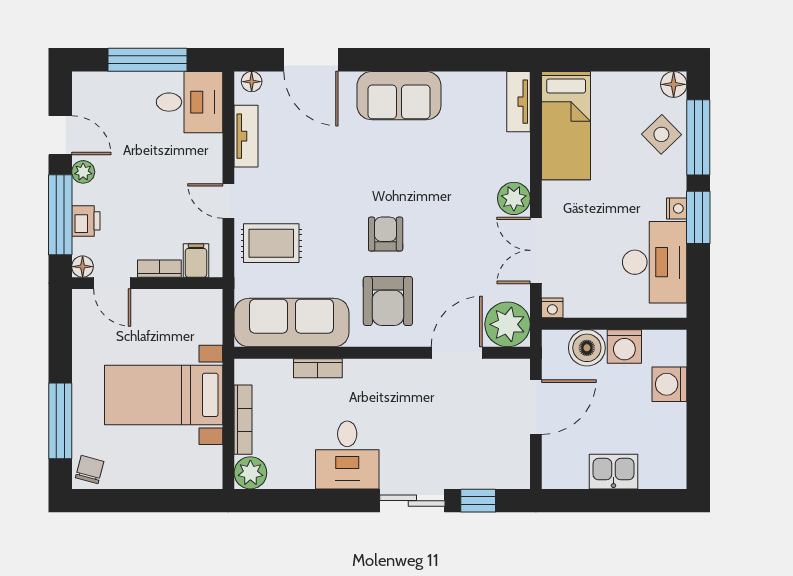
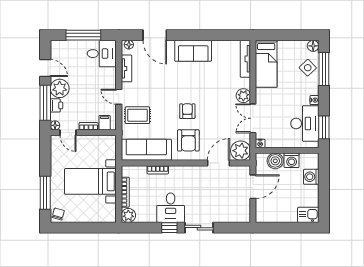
tv unit: (519, 102) -> (245, 59), width x1.41
plant: (83, 172) -> (60, 88), width x1.88, depth x1.88
window: (698, 217) -> (324, 127), moved
kitchen sink: (613, 472) -> (308, 215), moved
window: (478, 501) -> (169, 228), moved

